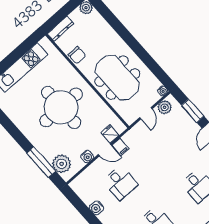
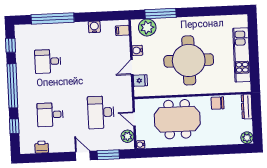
filing cabinet: (120, 147) -> (122, 30), moved
desk: (120, 183) -> (101, 112), moved, width x1.37

